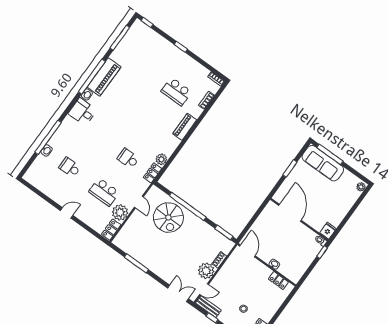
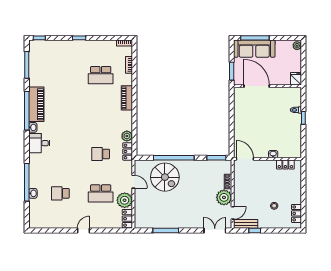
door: (290, 213) -> (257, 86), moved
wall: (299, 220) -> (268, 86), moved
fridge: (328, 231) -> (296, 79), moved

